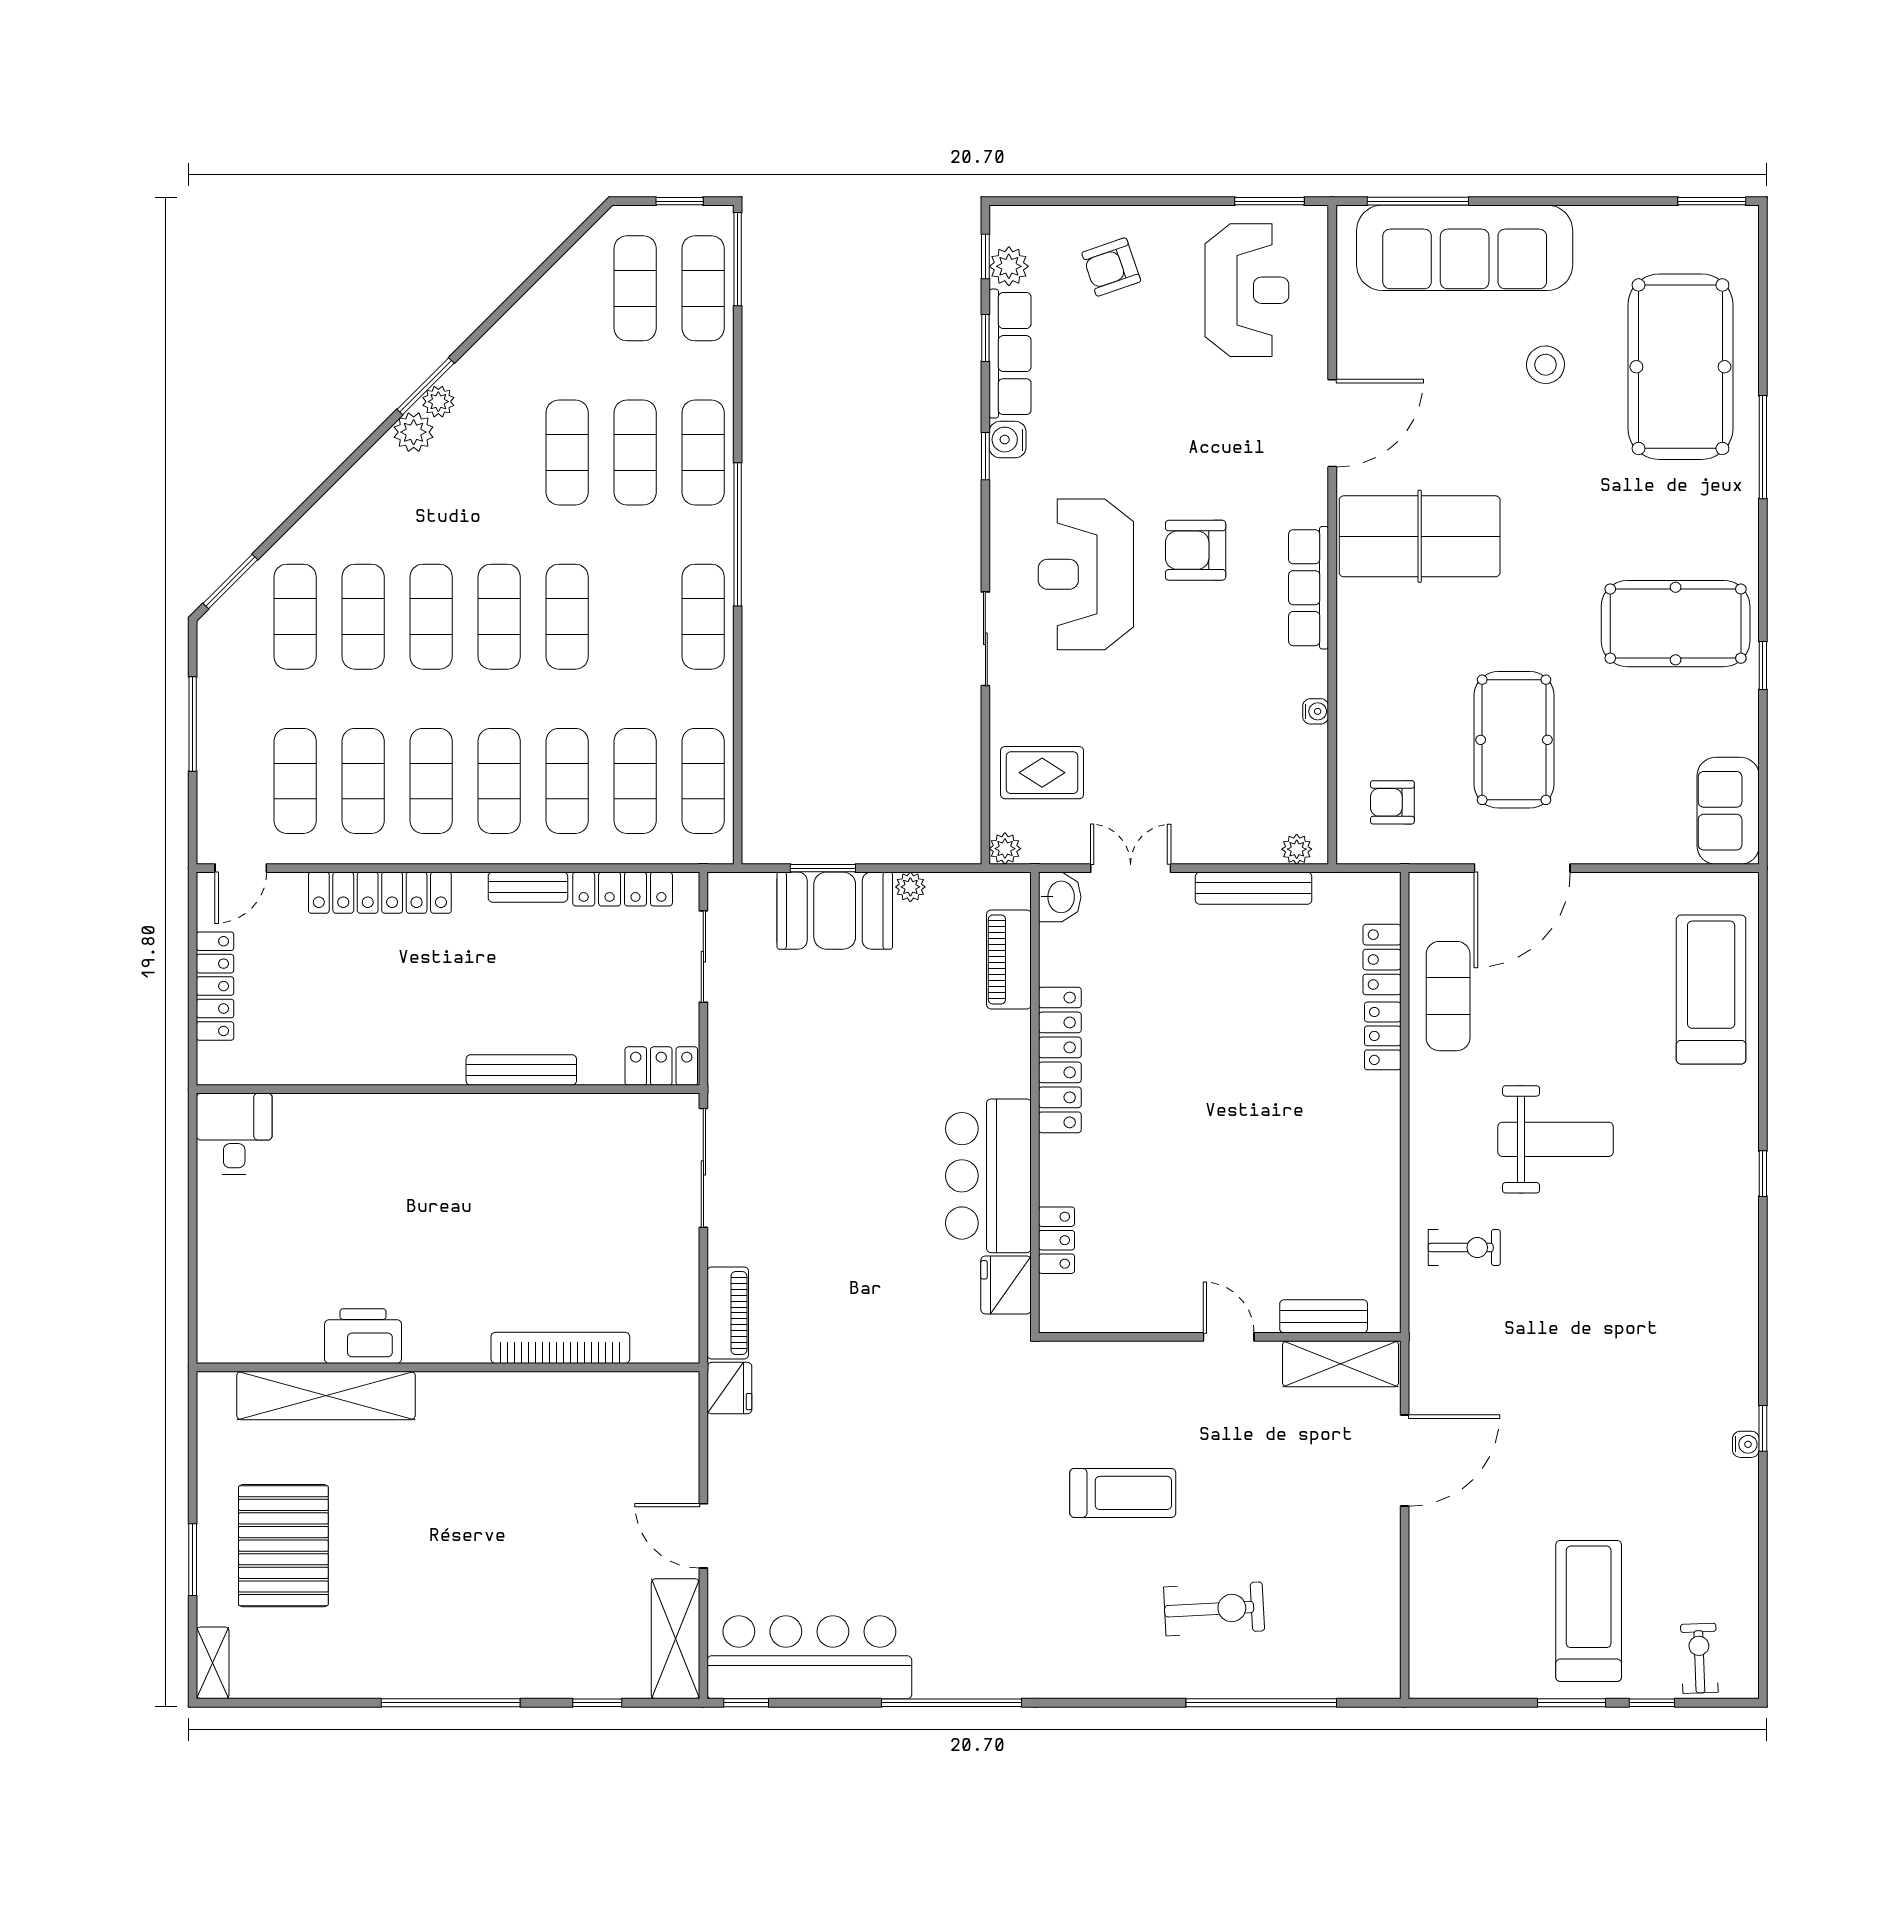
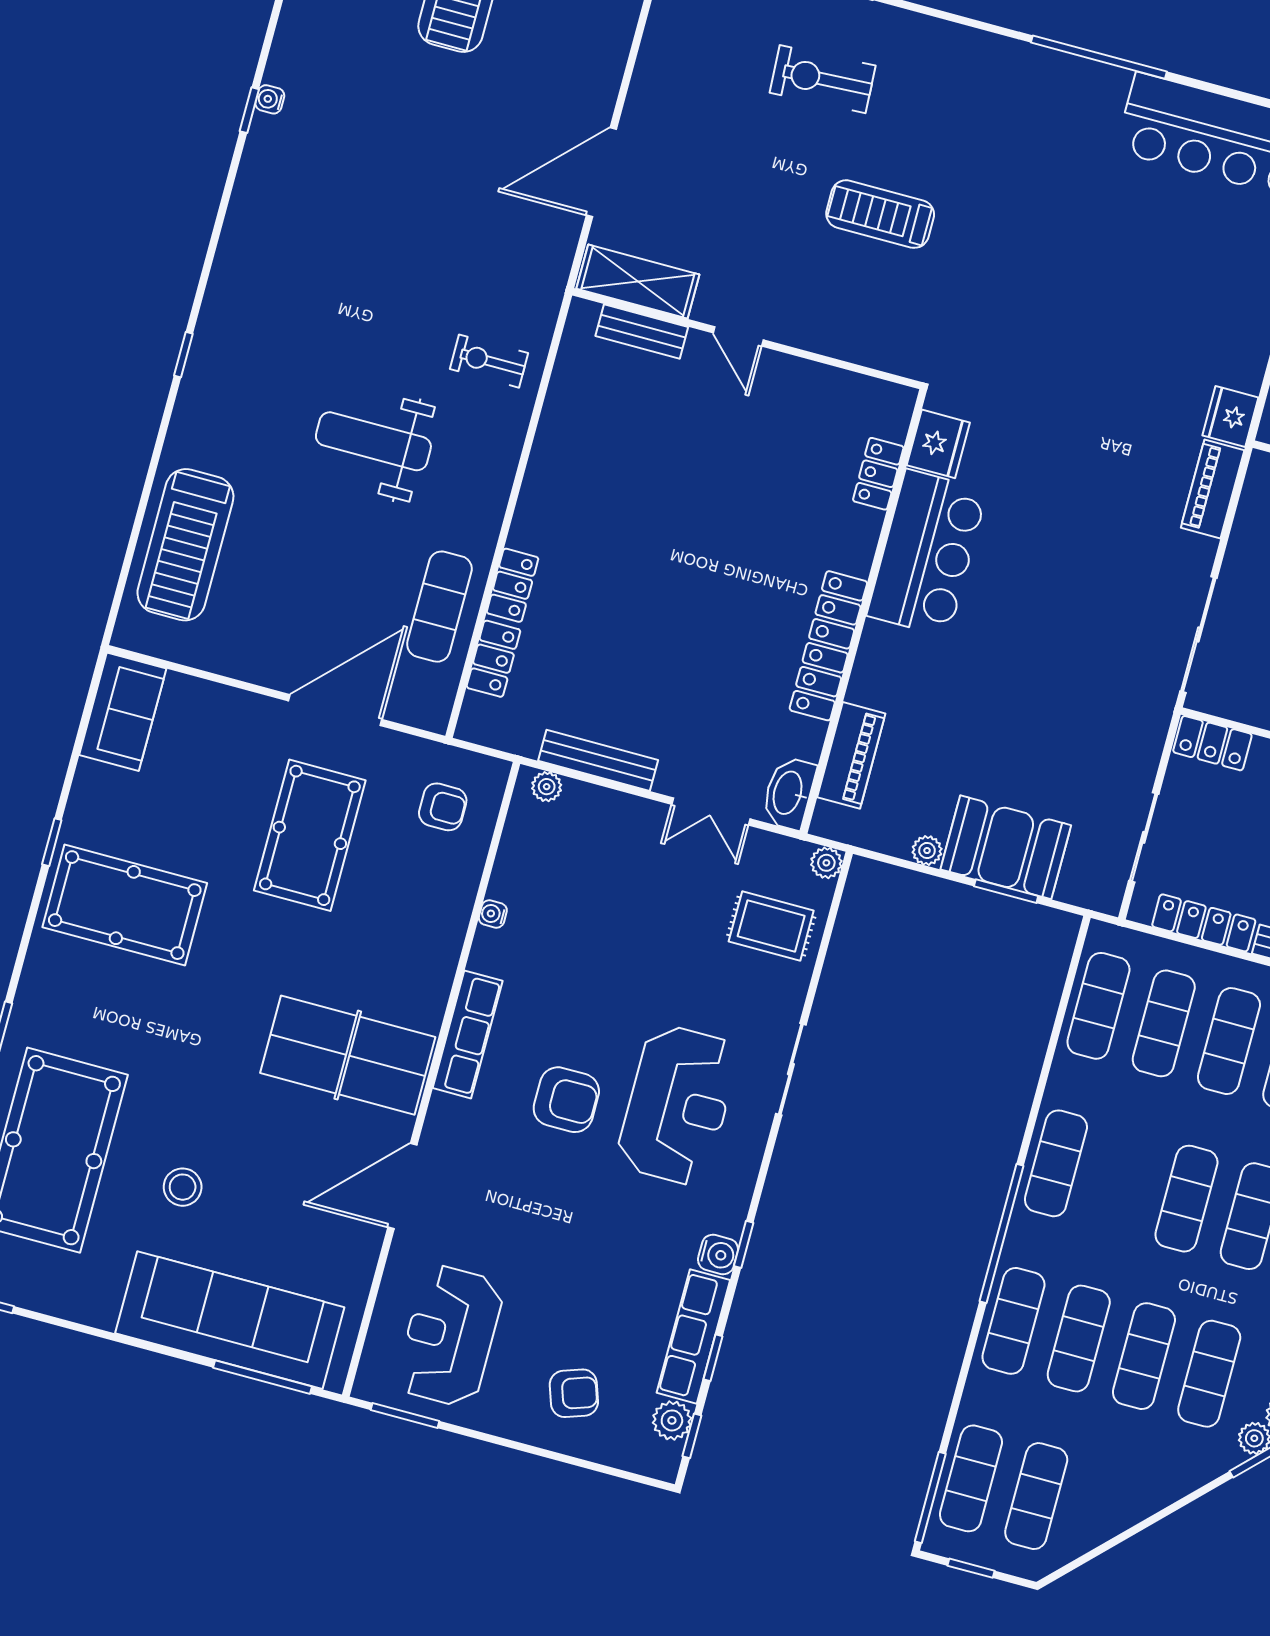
exercise mat: (499, 453) -> (1209, 1374), added
washbasin: (1060, 897) -> (789, 793), width x1.38

